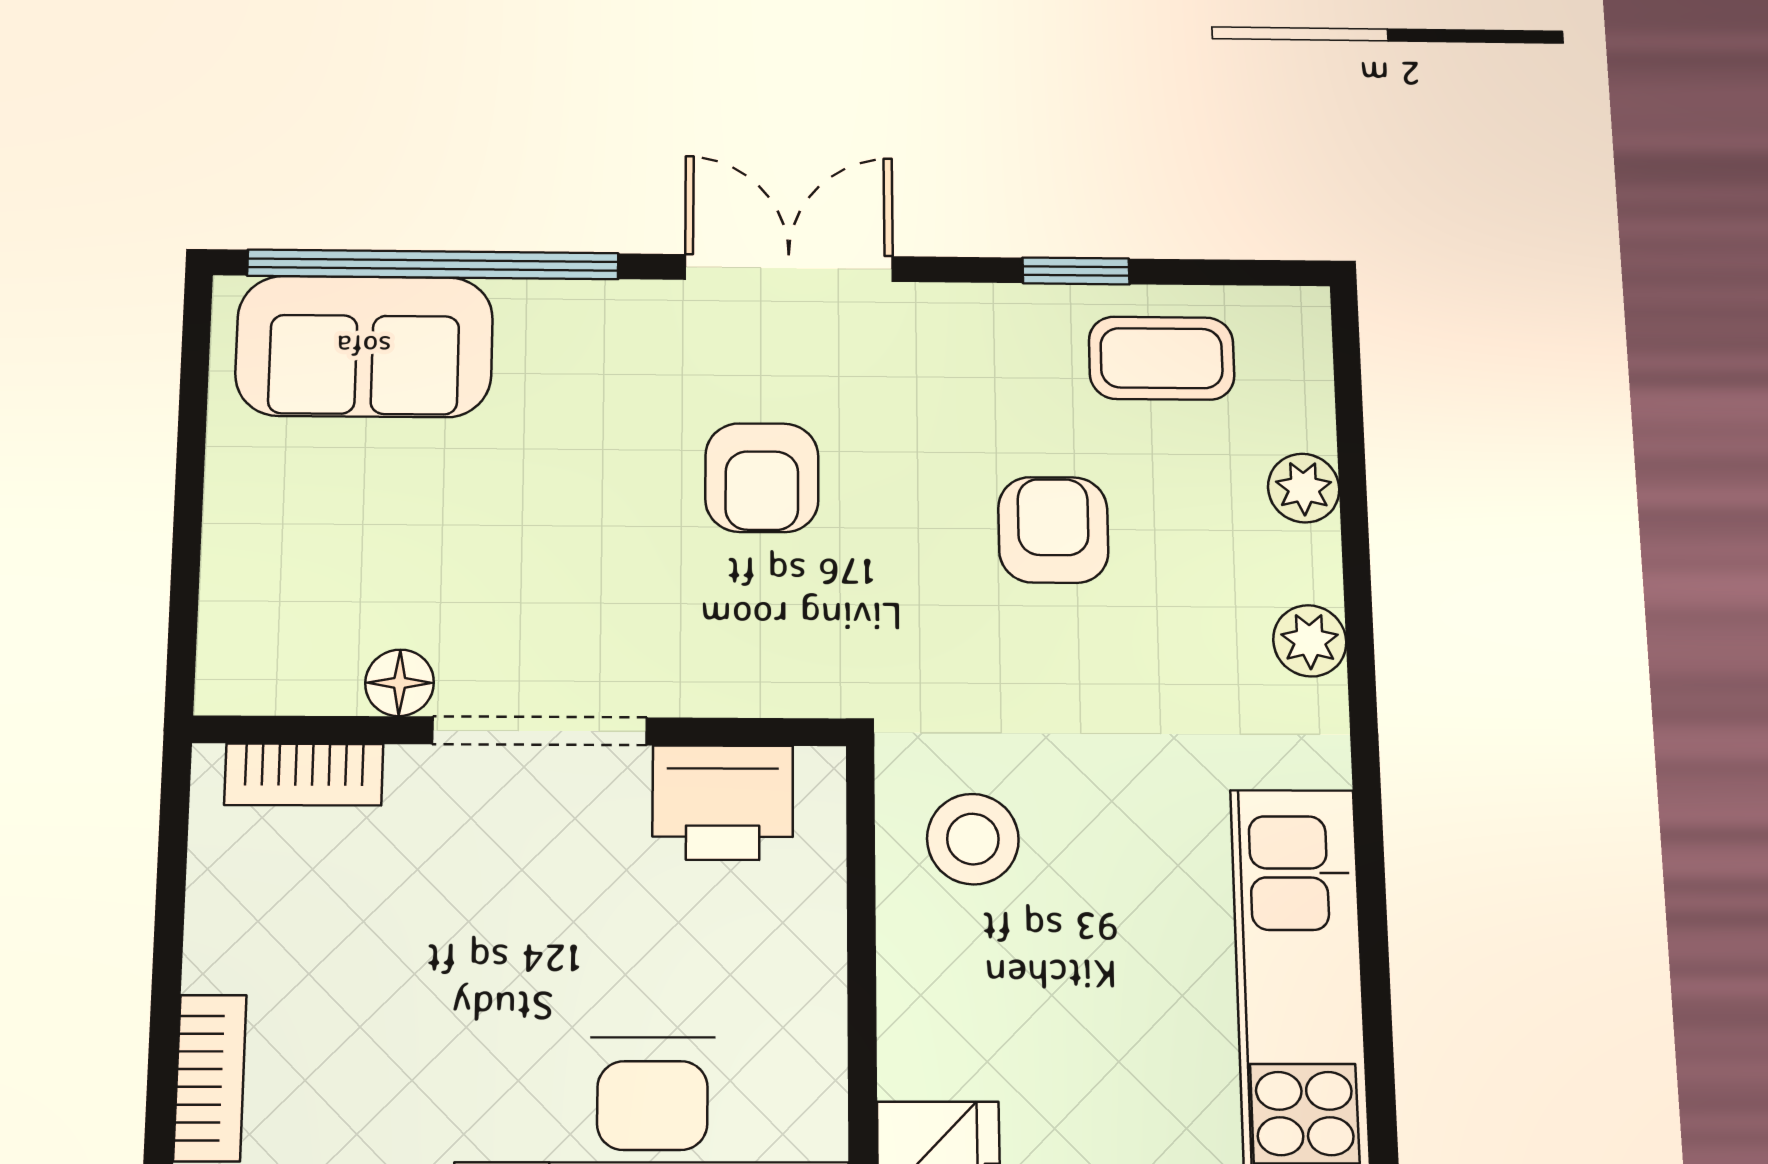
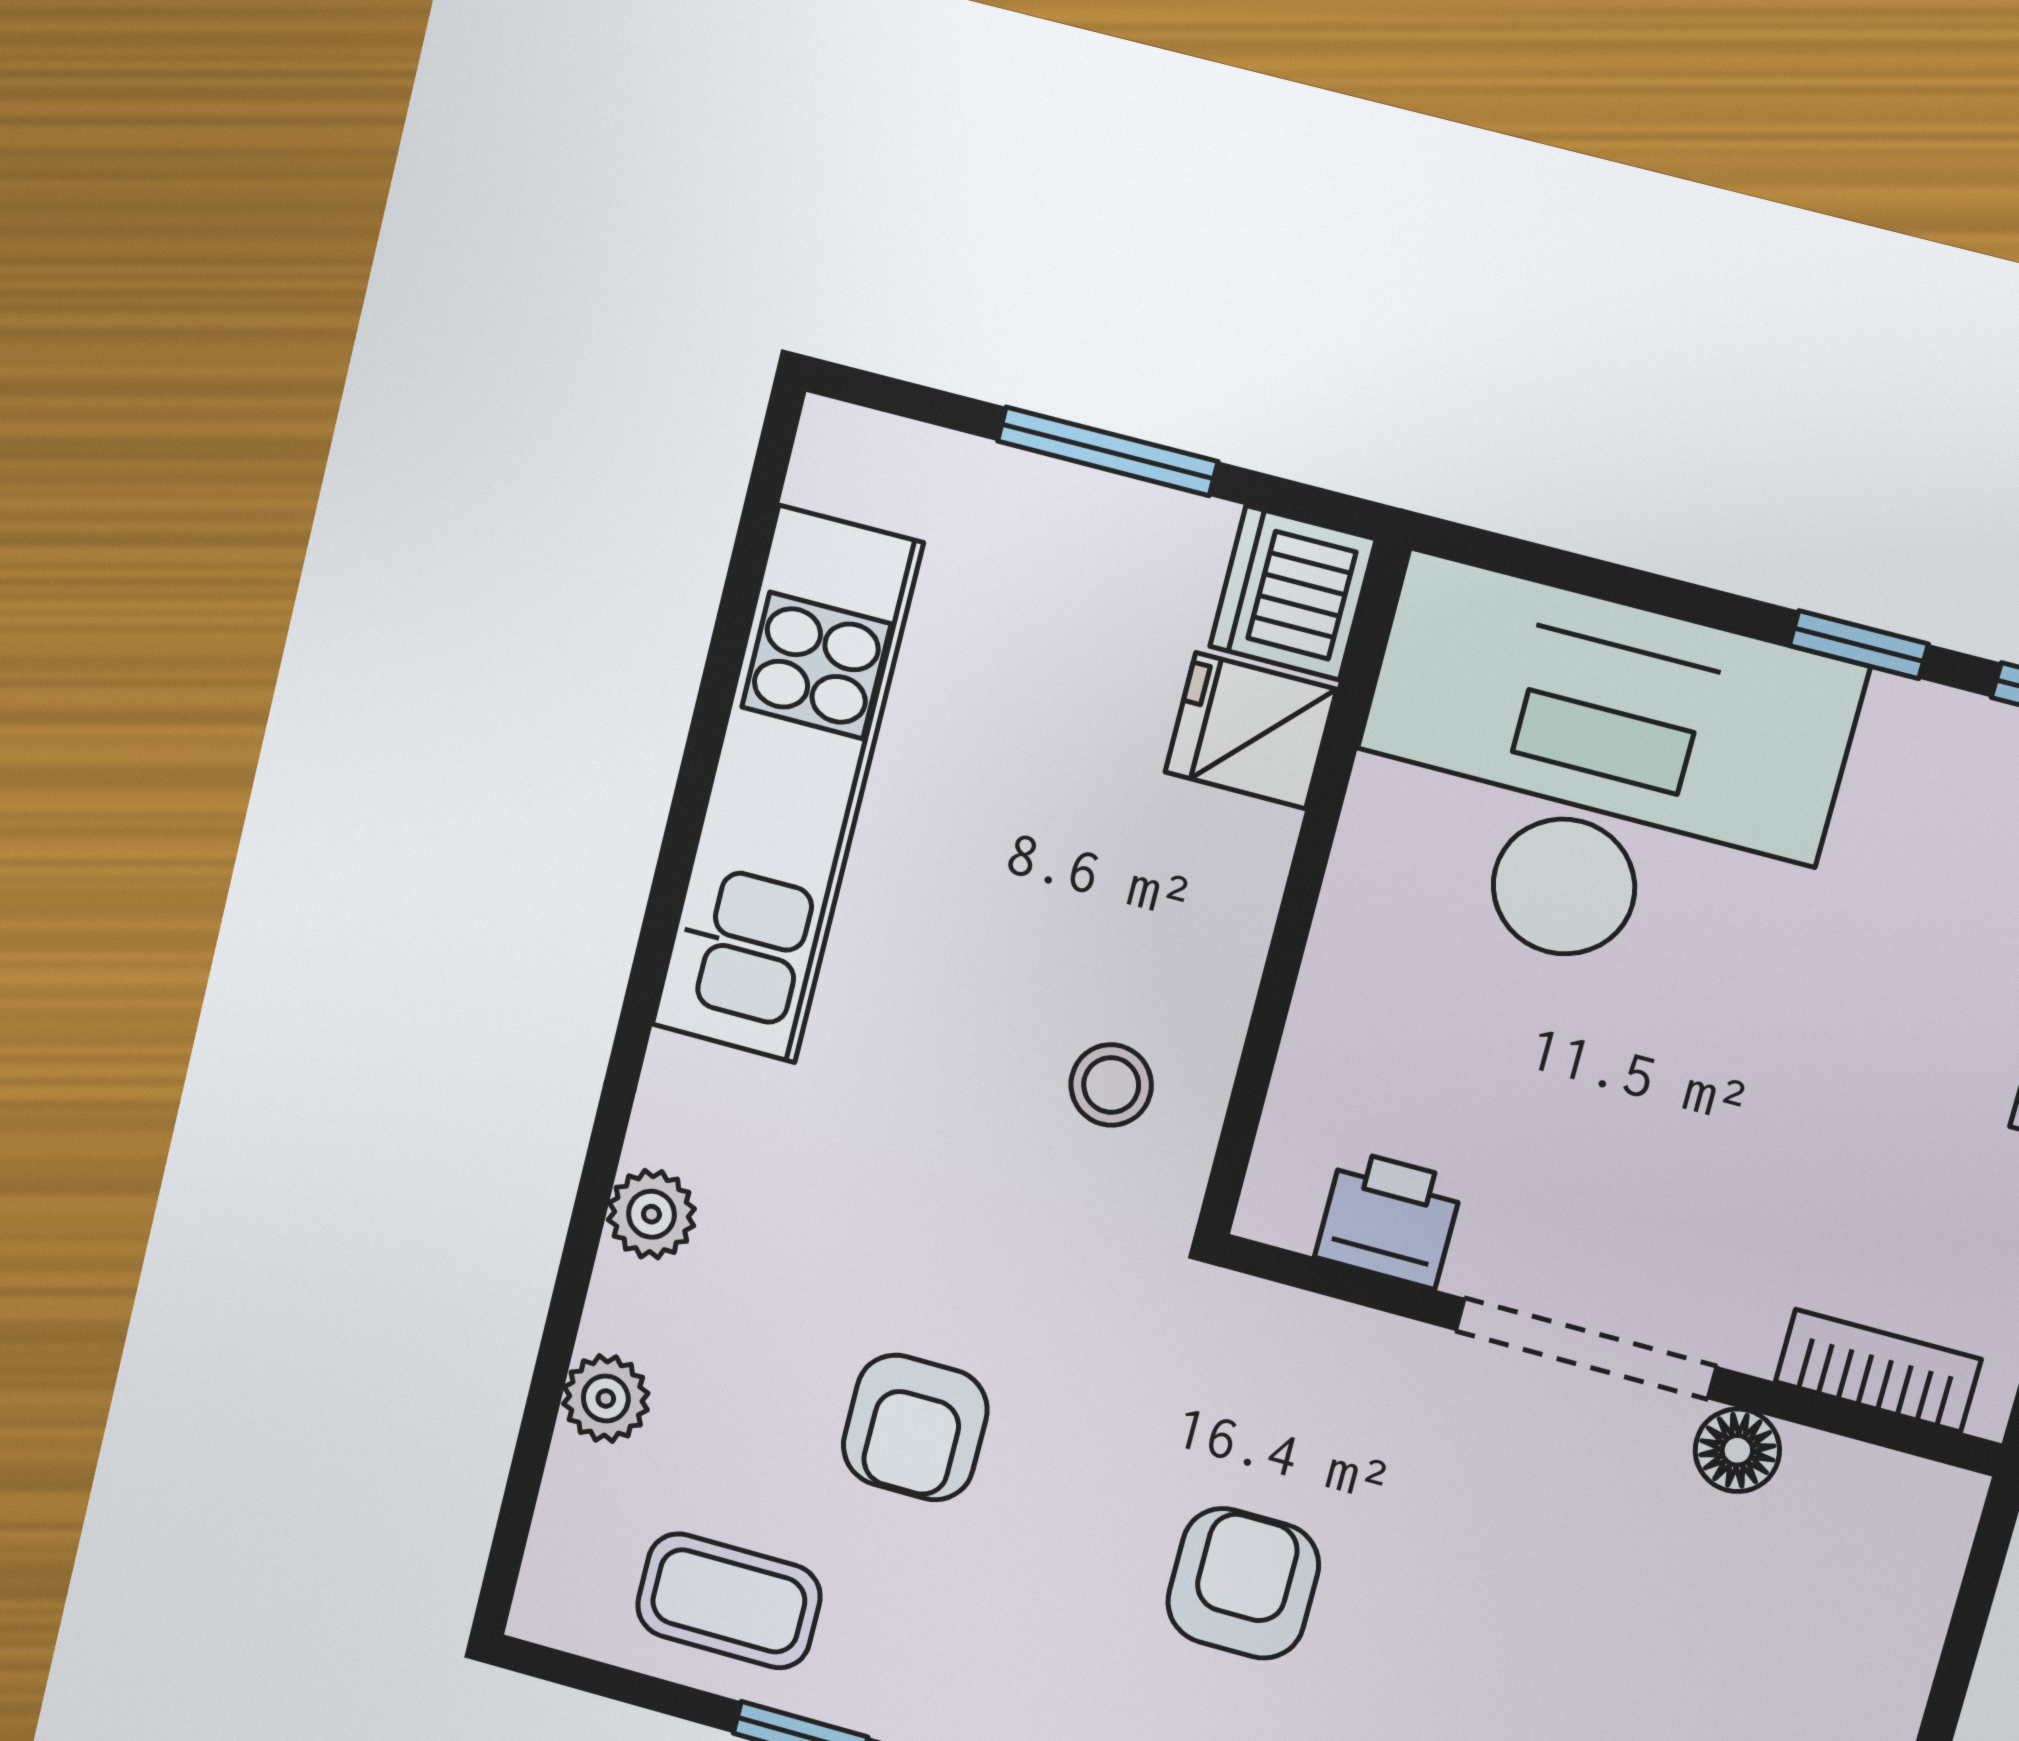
printer: (723, 803) -> (1389, 1219), width x0.73, depth x0.81
stool: (973, 839) -> (1111, 1085), width x0.73, depth x0.73

